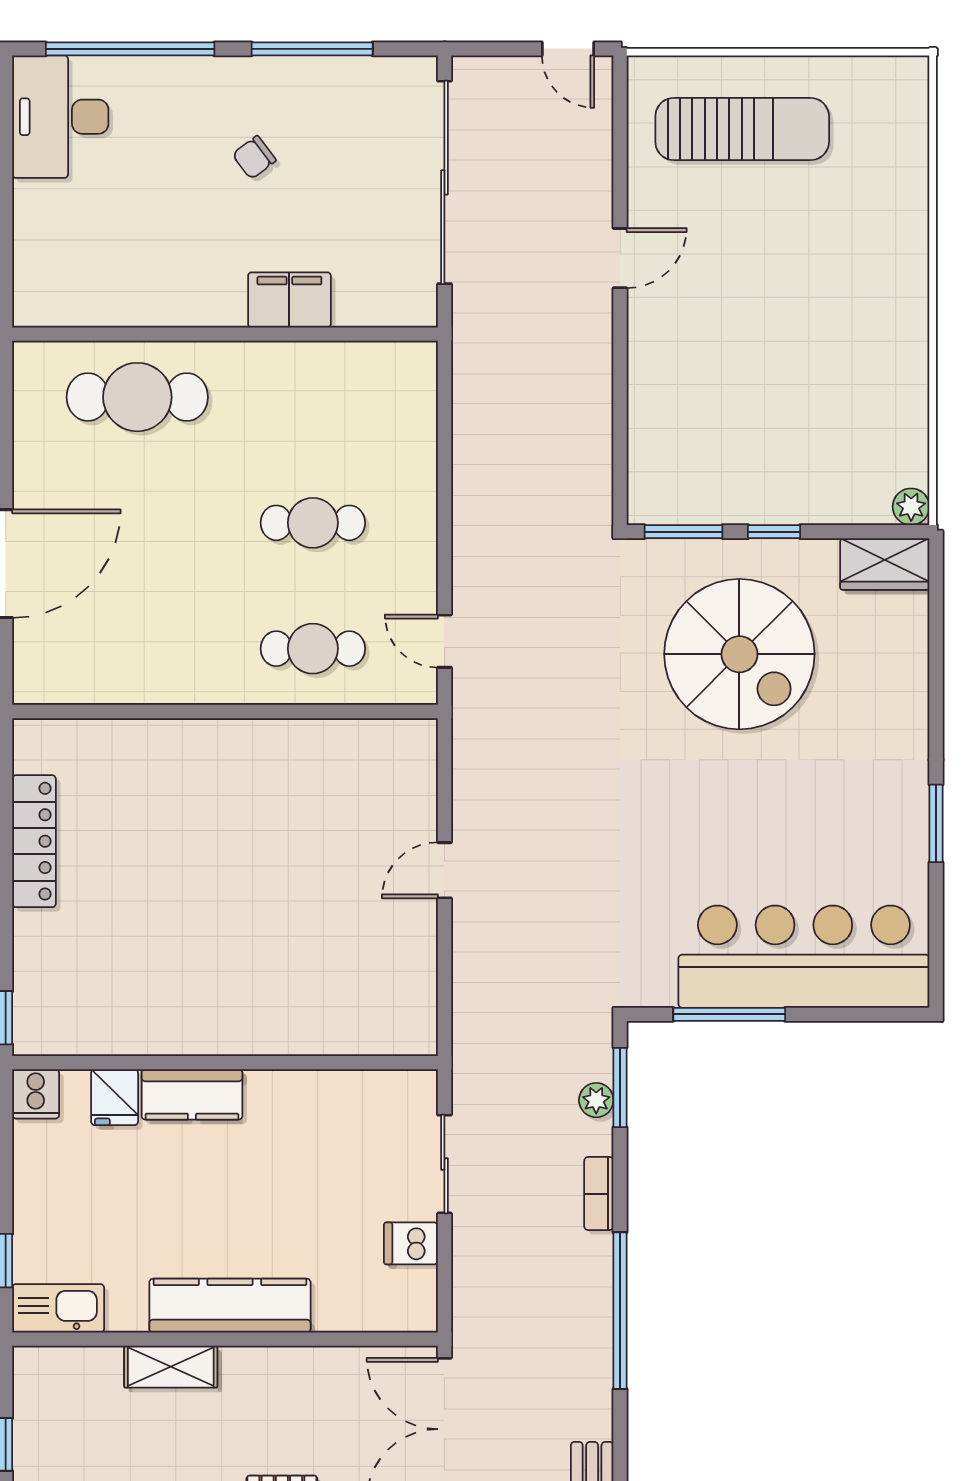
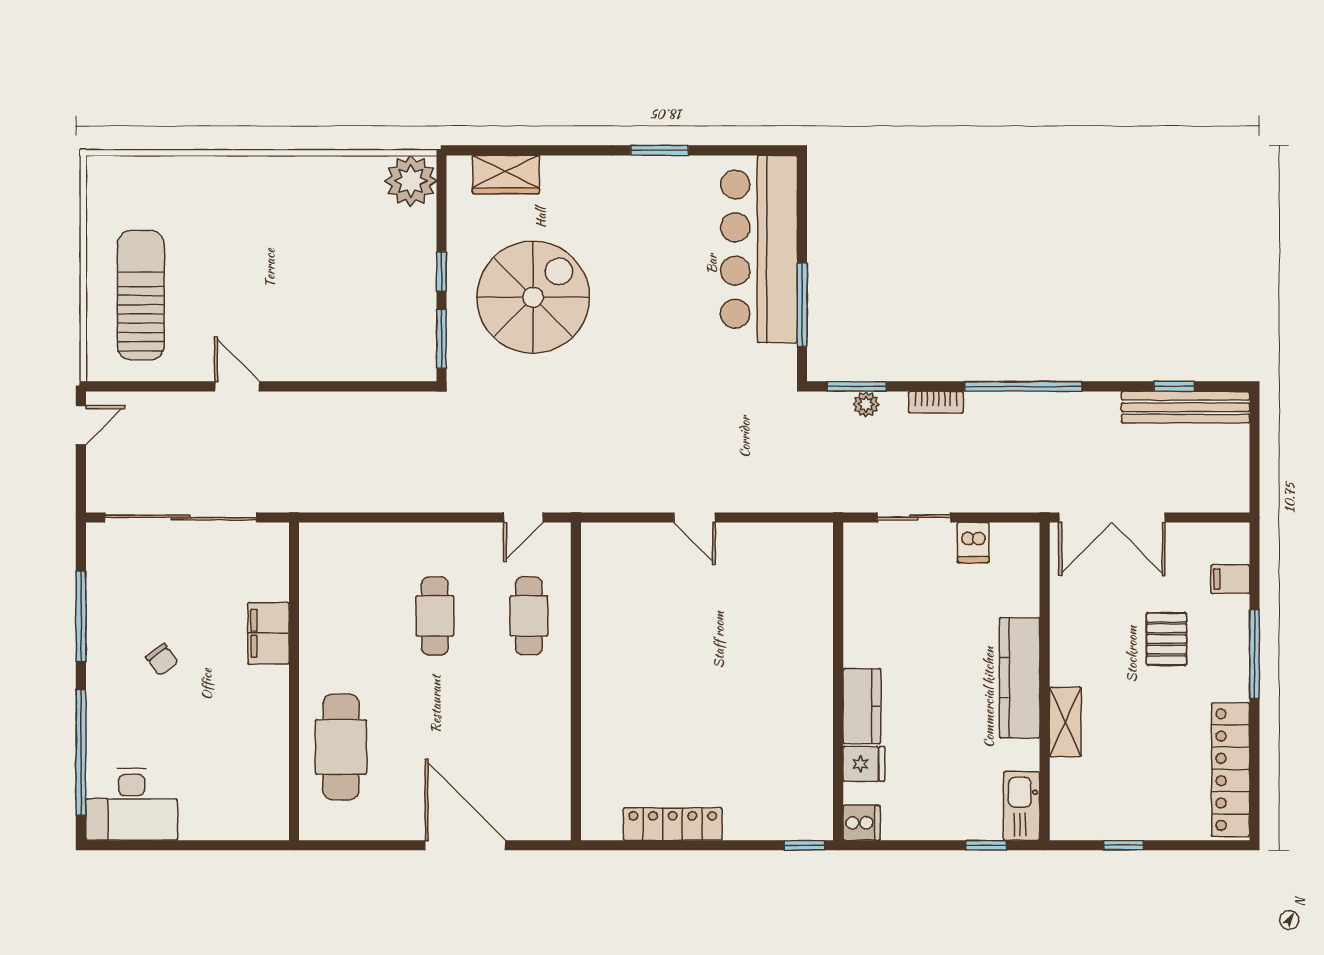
plant: (911, 507) -> (411, 181), width x1.87, depth x1.87
wardrobe: (885, 564) -> (506, 175), moved, turned 90

